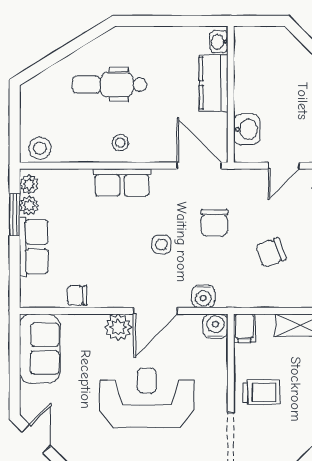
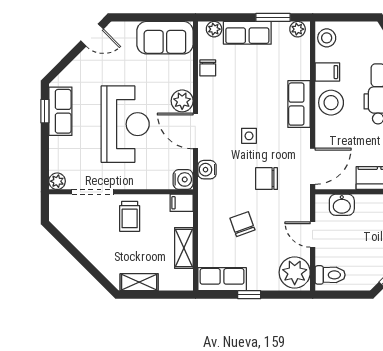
stool: (120, 143) -> (331, 103), width x1.89, depth x1.89
filing cabinet: (82, 147) -> (327, 72), added
plant: (29, 205) -> (214, 29), moved
chair: (77, 296) -> (208, 68), turned 180

